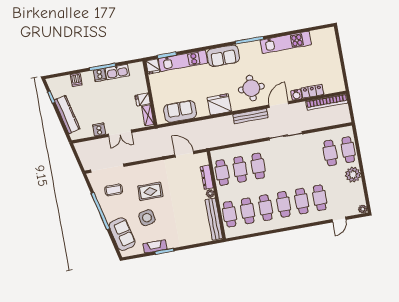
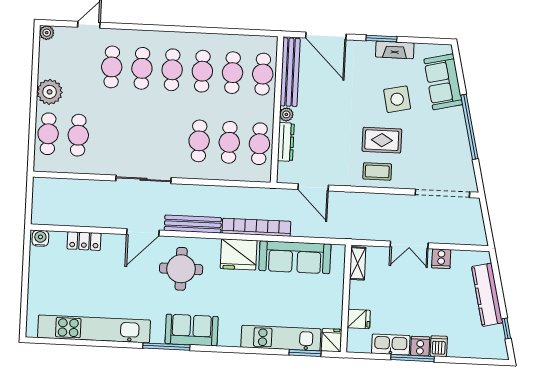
kitchen unit: (286, 42) -> (94, 329), width x1.36
sofa: (223, 56) -> (192, 330), moved
dishwasher: (76, 80) -> (439, 346), moved
water cooler: (296, 95) -> (40, 238), moved
fridge: (143, 99) -> (359, 319), moved
bookcase: (327, 102) -> (256, 227), moved
sofa: (180, 111) -> (295, 257), width x1.36
double door: (120, 133) -> (409, 245), swing flipped
coffee table: (114, 190) -> (377, 171), moved
door: (198, 245) -> (326, 36), added

